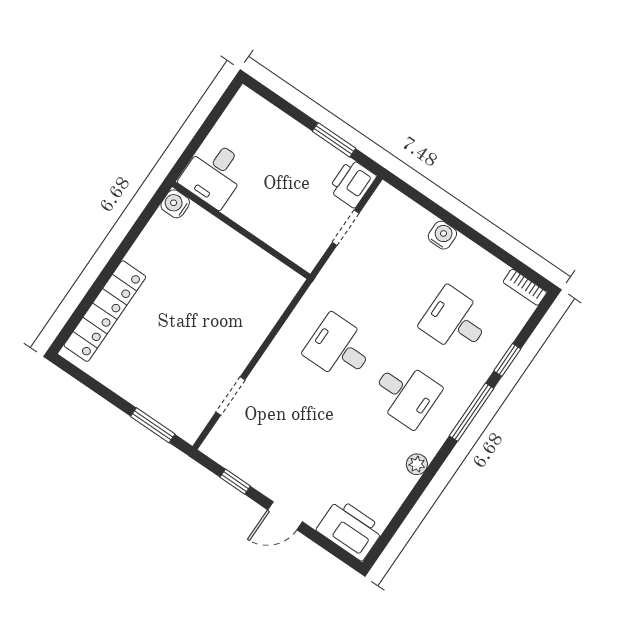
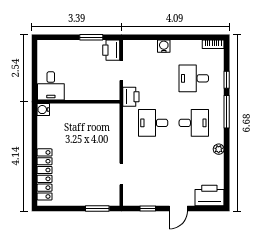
printer: (332, 281) -> (131, 97), added

